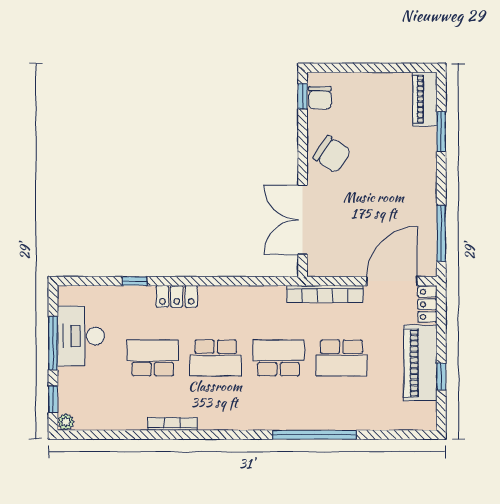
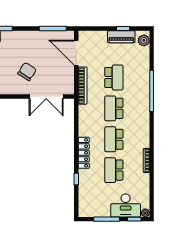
chair: (332, 154) -> (27, 72), moved
locker: (177, 296) -> (84, 153), width x1.53
locker: (427, 304) -> (88, 35), removed
desk: (81, 336) -> (126, 205), moved
school desk: (216, 358) -> (114, 139), turned 180
piano: (420, 363) -> (121, 37), width x0.73, depth x0.75
plant: (417, 419) -> (144, 40), added

